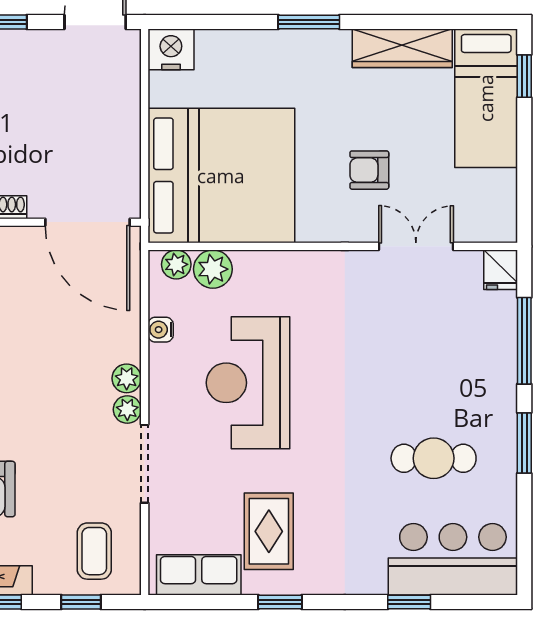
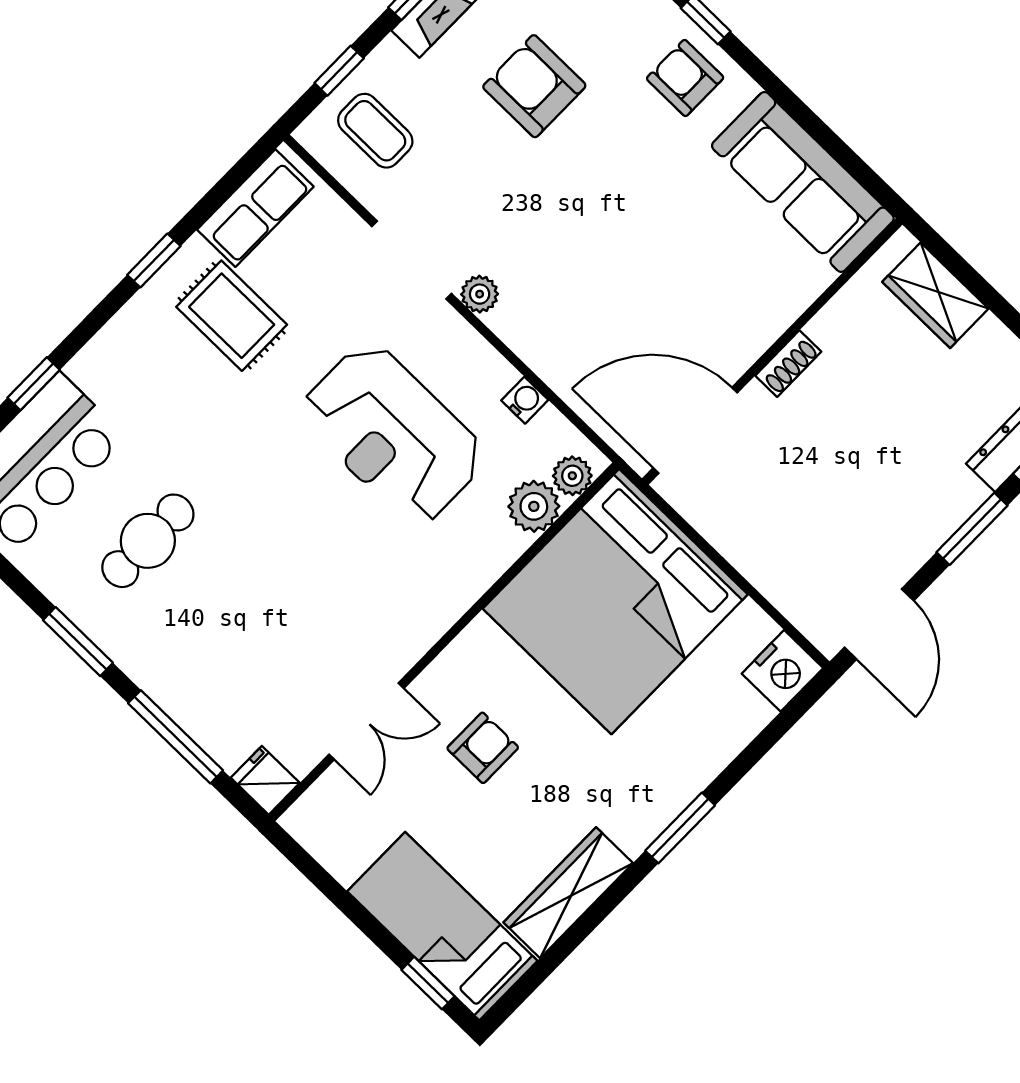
plant: (127, 378) -> (510, 322), removed
reception desk: (248, 383) -> (393, 434), turned 180

